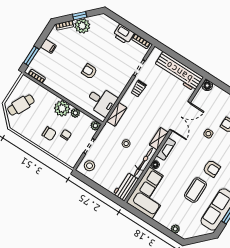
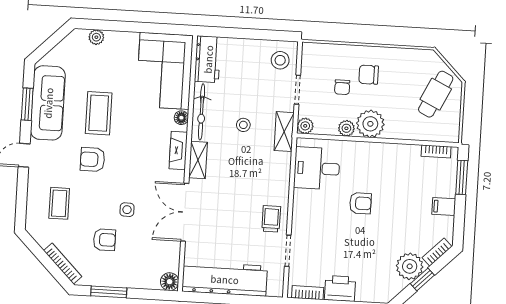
shelving: (117, 114) -> (284, 132), moved

